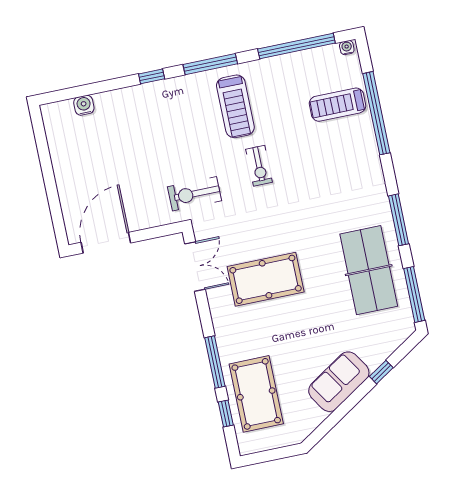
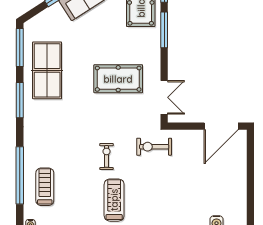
treadmill: (338, 105) -> (45, 187), turned -90
exercise bike: (194, 194) -> (154, 147), turned 180
double door: (195, 267) -> (164, 97), swing flipped

